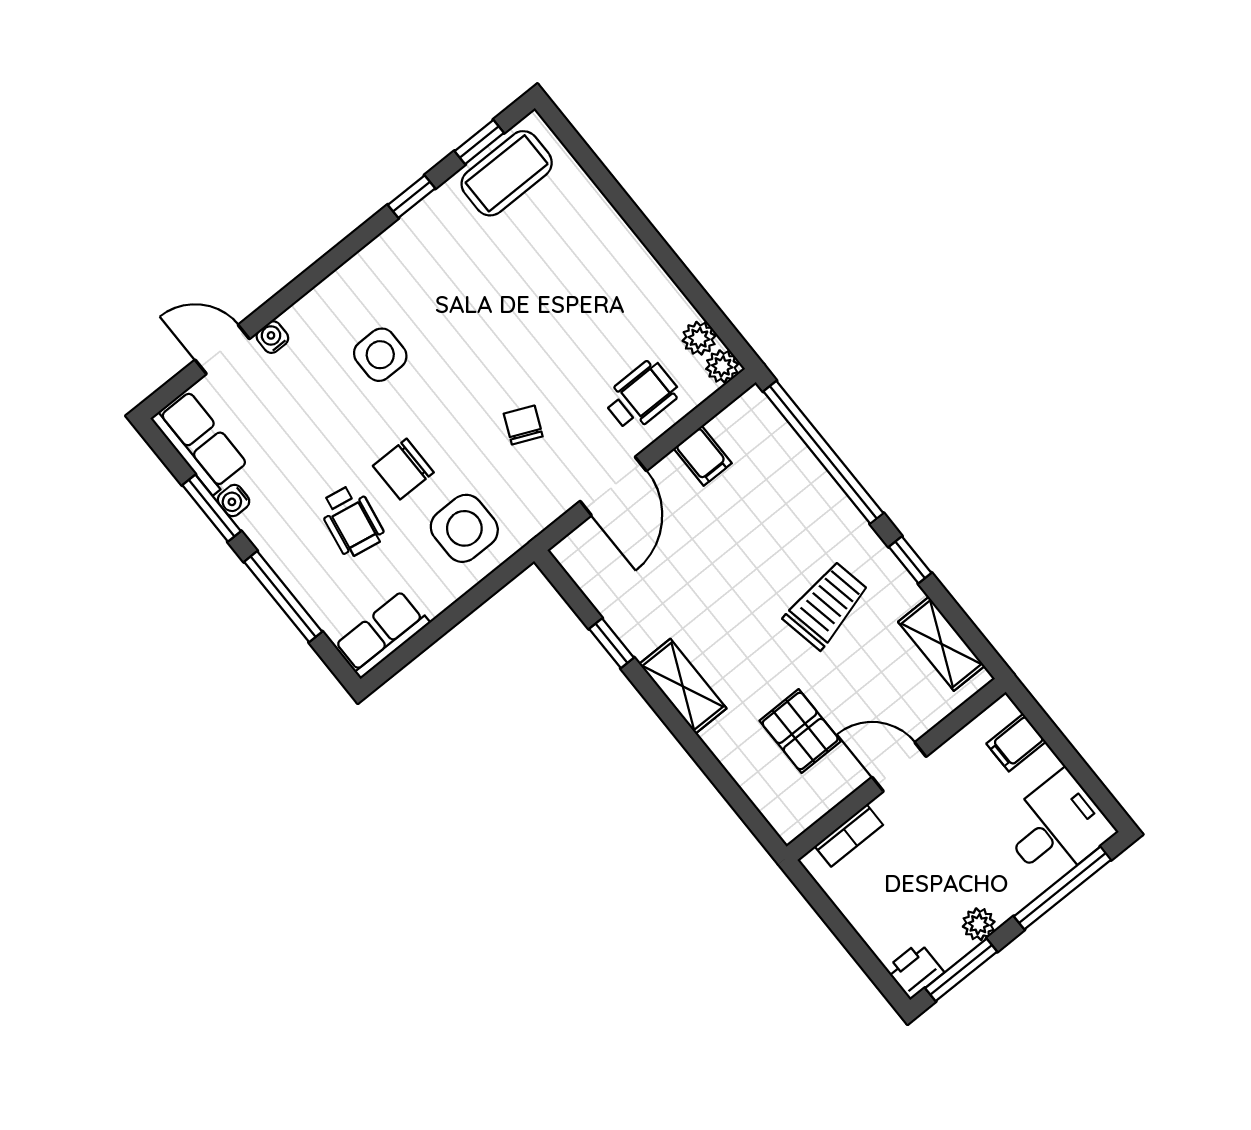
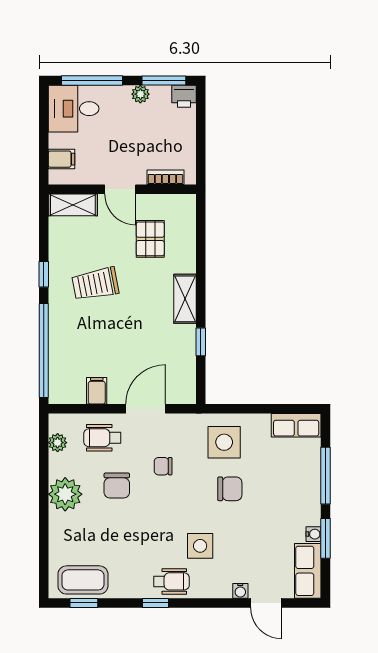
window: (411, 197) -> (156, 603), moved
chair: (566, 345) -> (117, 486), added
plant: (722, 366) -> (65, 494), moved, width x1.88, depth x1.88
chair: (523, 425) -> (163, 466), turned 66
wheelchair: (351, 521) -> (171, 581), moved, turned 80
shelving: (941, 644) -> (73, 205), moved, turned 90

